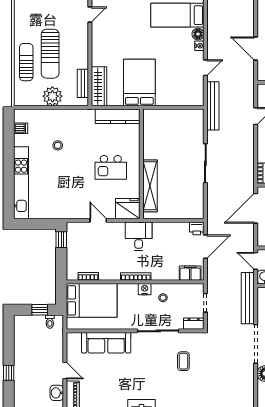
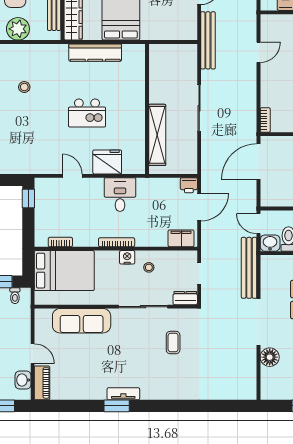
wall: (141, 164) -> (147, 109), moved
shelving: (150, 186) -> (157, 135), moved

